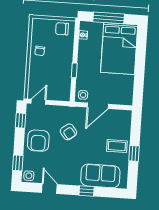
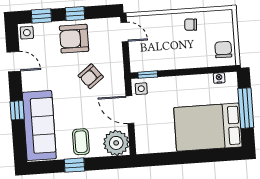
window: (74, 70) -> (148, 75), moved
plant: (121, 120) -> (116, 143), added
window: (21, 121) -> (75, 14), moved
sofa: (100, 176) -> (39, 126), width x1.36
door: (49, 189) -> (14, 62), hinge flipped

